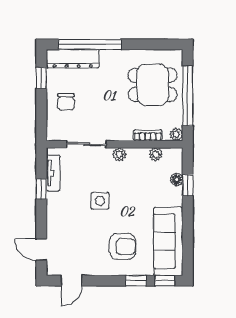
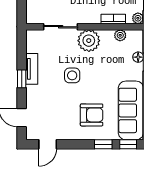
plant: (119, 154) -> (89, 41), width x1.88, depth x1.88
tv unit: (53, 173) -> (32, 69), moved
window: (41, 189) -> (22, 79), moved

